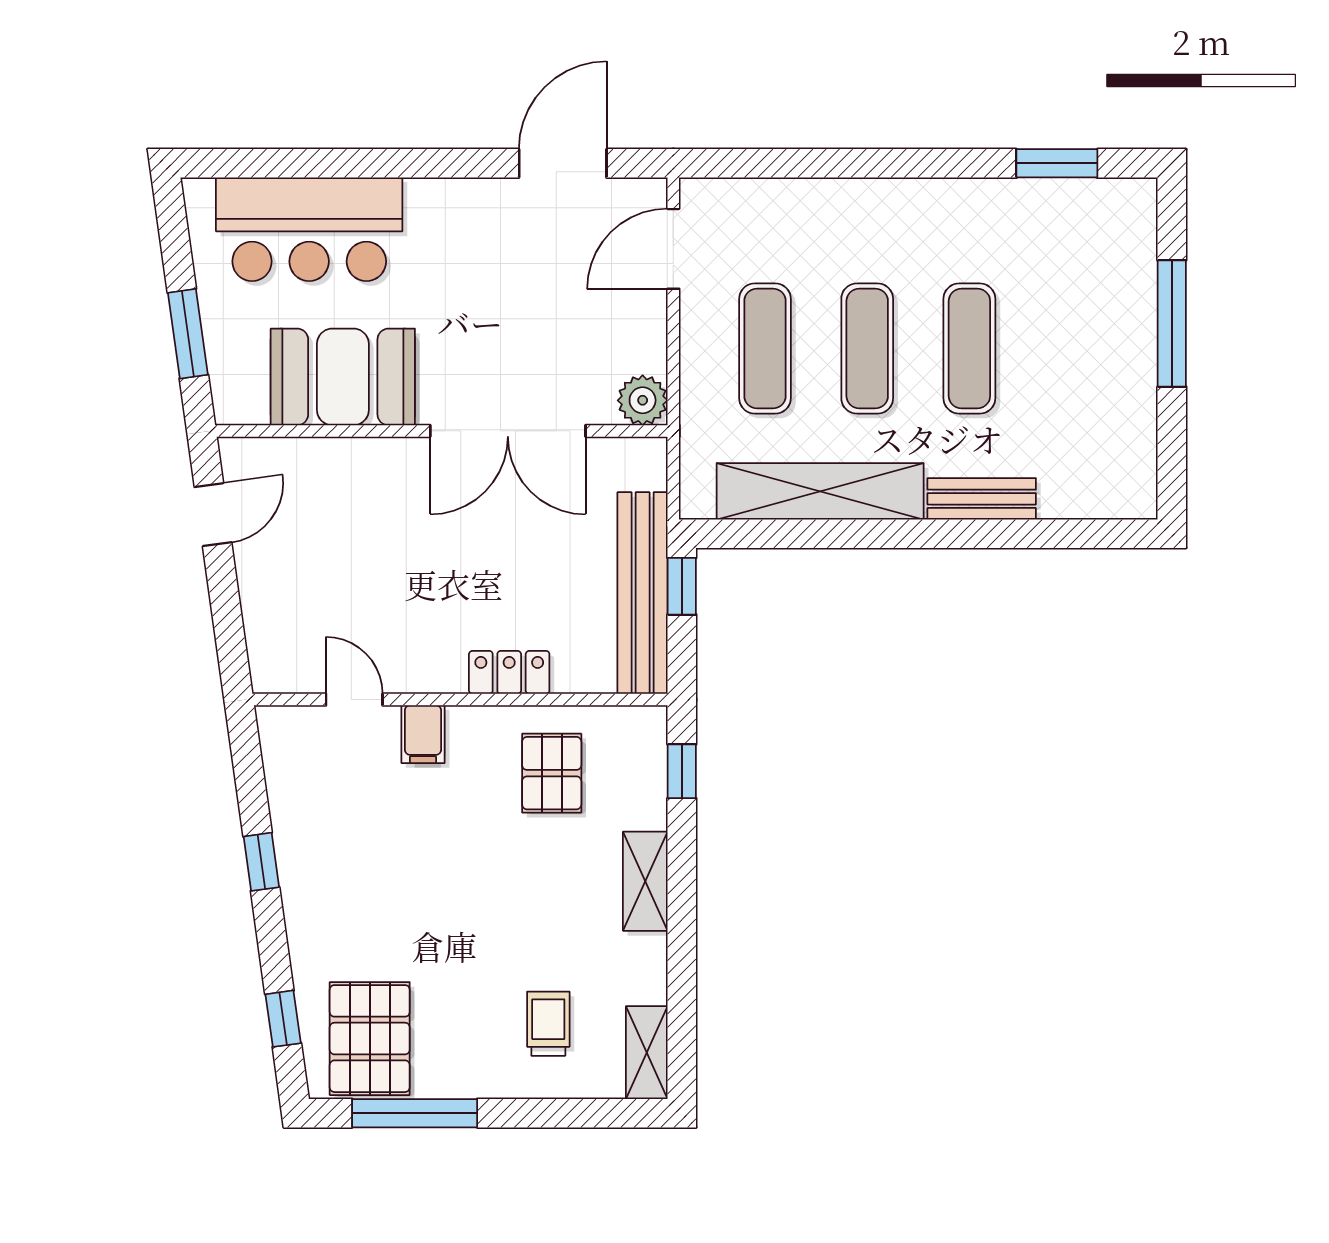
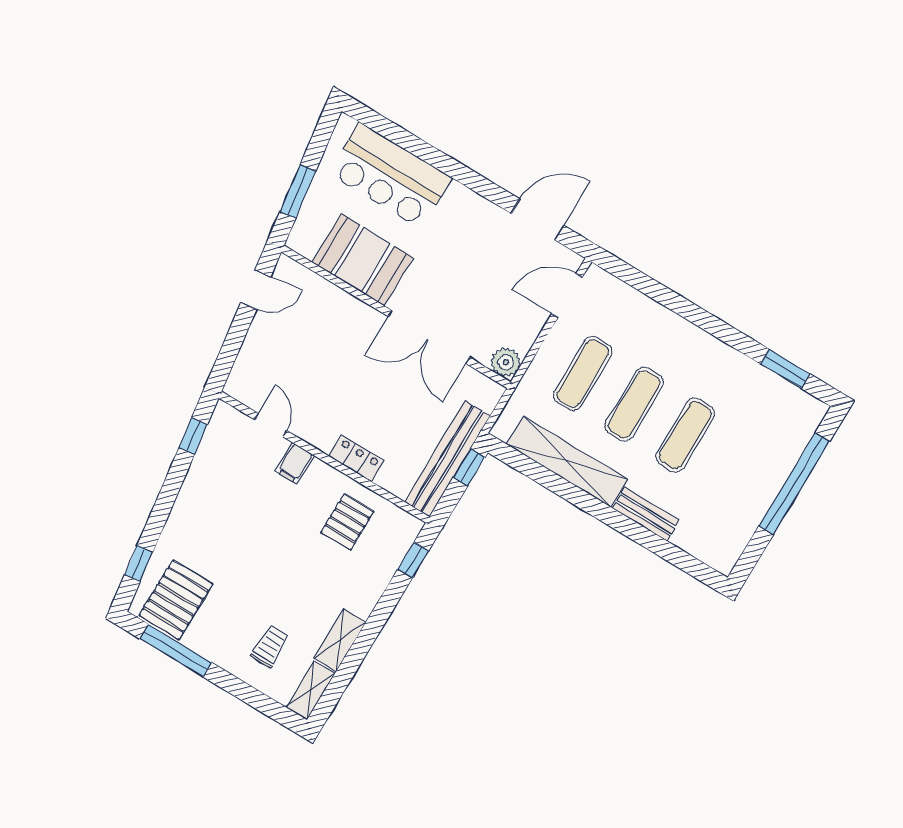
window: (1172, 324) -> (794, 484), width x1.46
window: (261, 862) -> (193, 436), moved
shelving: (645, 881) -> (340, 640), moved

